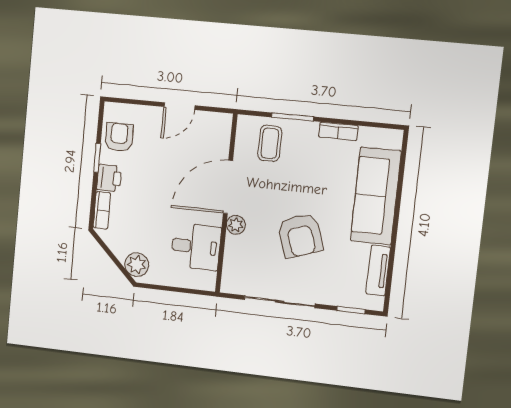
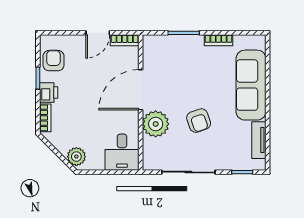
bookcase: (214, 119) -> (125, 40), added
coffee table: (270, 143) -> (169, 54), removed
plant: (236, 225) -> (156, 124), width x1.88, depth x1.88
armchair: (300, 236) -> (199, 121), width x0.72, depth x0.72
desk: (196, 247) -> (122, 152), moved, turned 90

